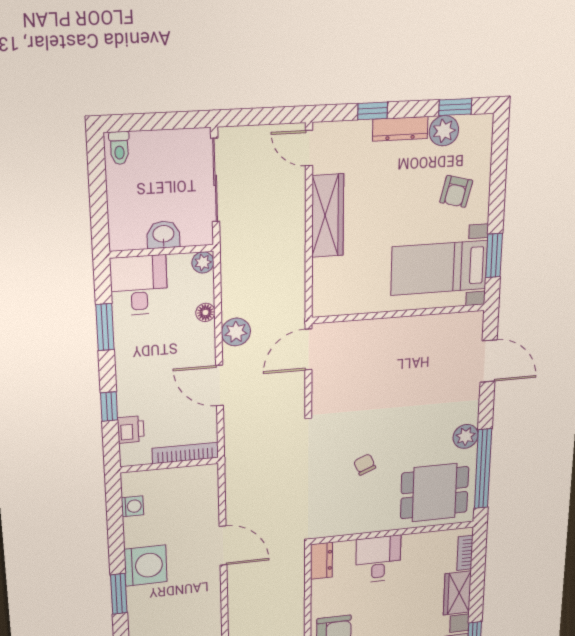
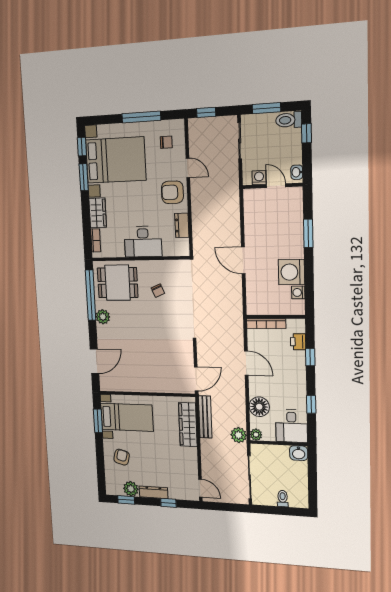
toilet: (119, 148) -> (283, 498), moved
wardrobe: (328, 216) -> (188, 425), moved
washbasin: (163, 235) -> (299, 453), moved
bench: (295, 284) -> (205, 417), added
floor lamp: (205, 312) -> (259, 407), width x1.89, depth x1.89
window: (105, 327) -> (311, 404), width x0.67
plant: (236, 332) -> (239, 435), moved
door: (489, 361) -> (94, 361), swing flipped
chair: (365, 465) -> (158, 291), moved
desk: (378, 559) -> (143, 242), width x1.37
dresser: (321, 561) -> (182, 225), moved
washing machine: (146, 566) -> (291, 272), moved

